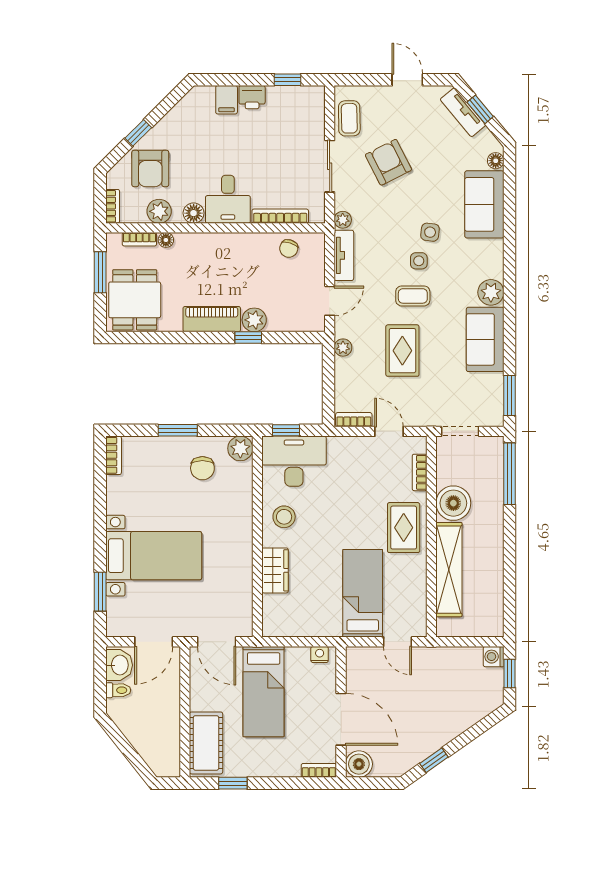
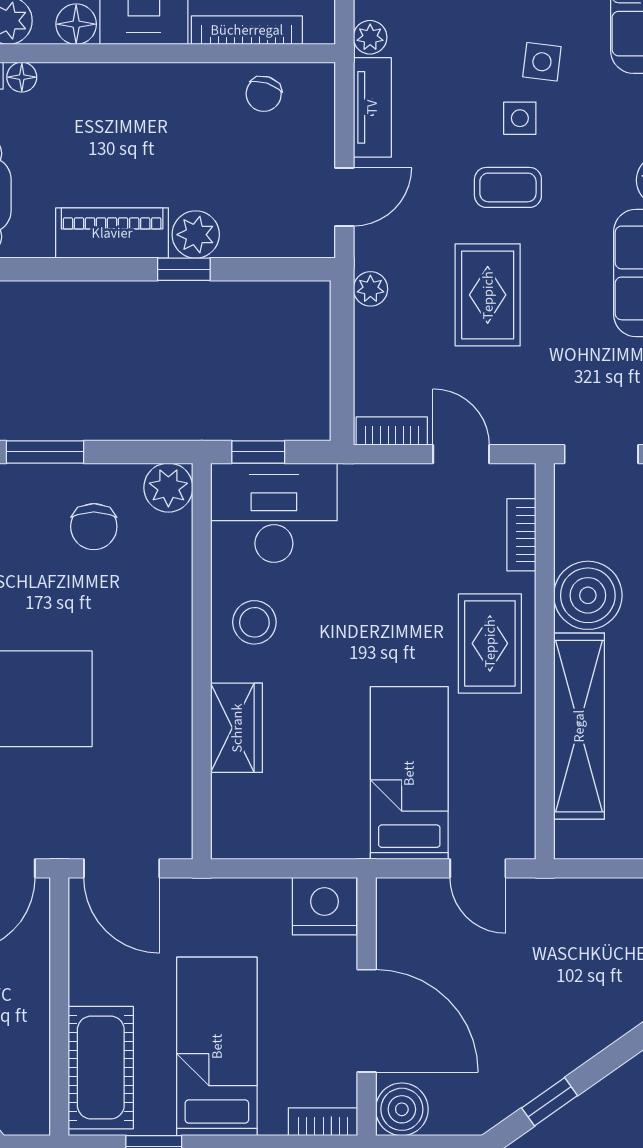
nightstand: (320, 654) -> (324, 906), width x1.89, depth x1.79
bed: (264, 692) -> (217, 1046), moved, turned 180

